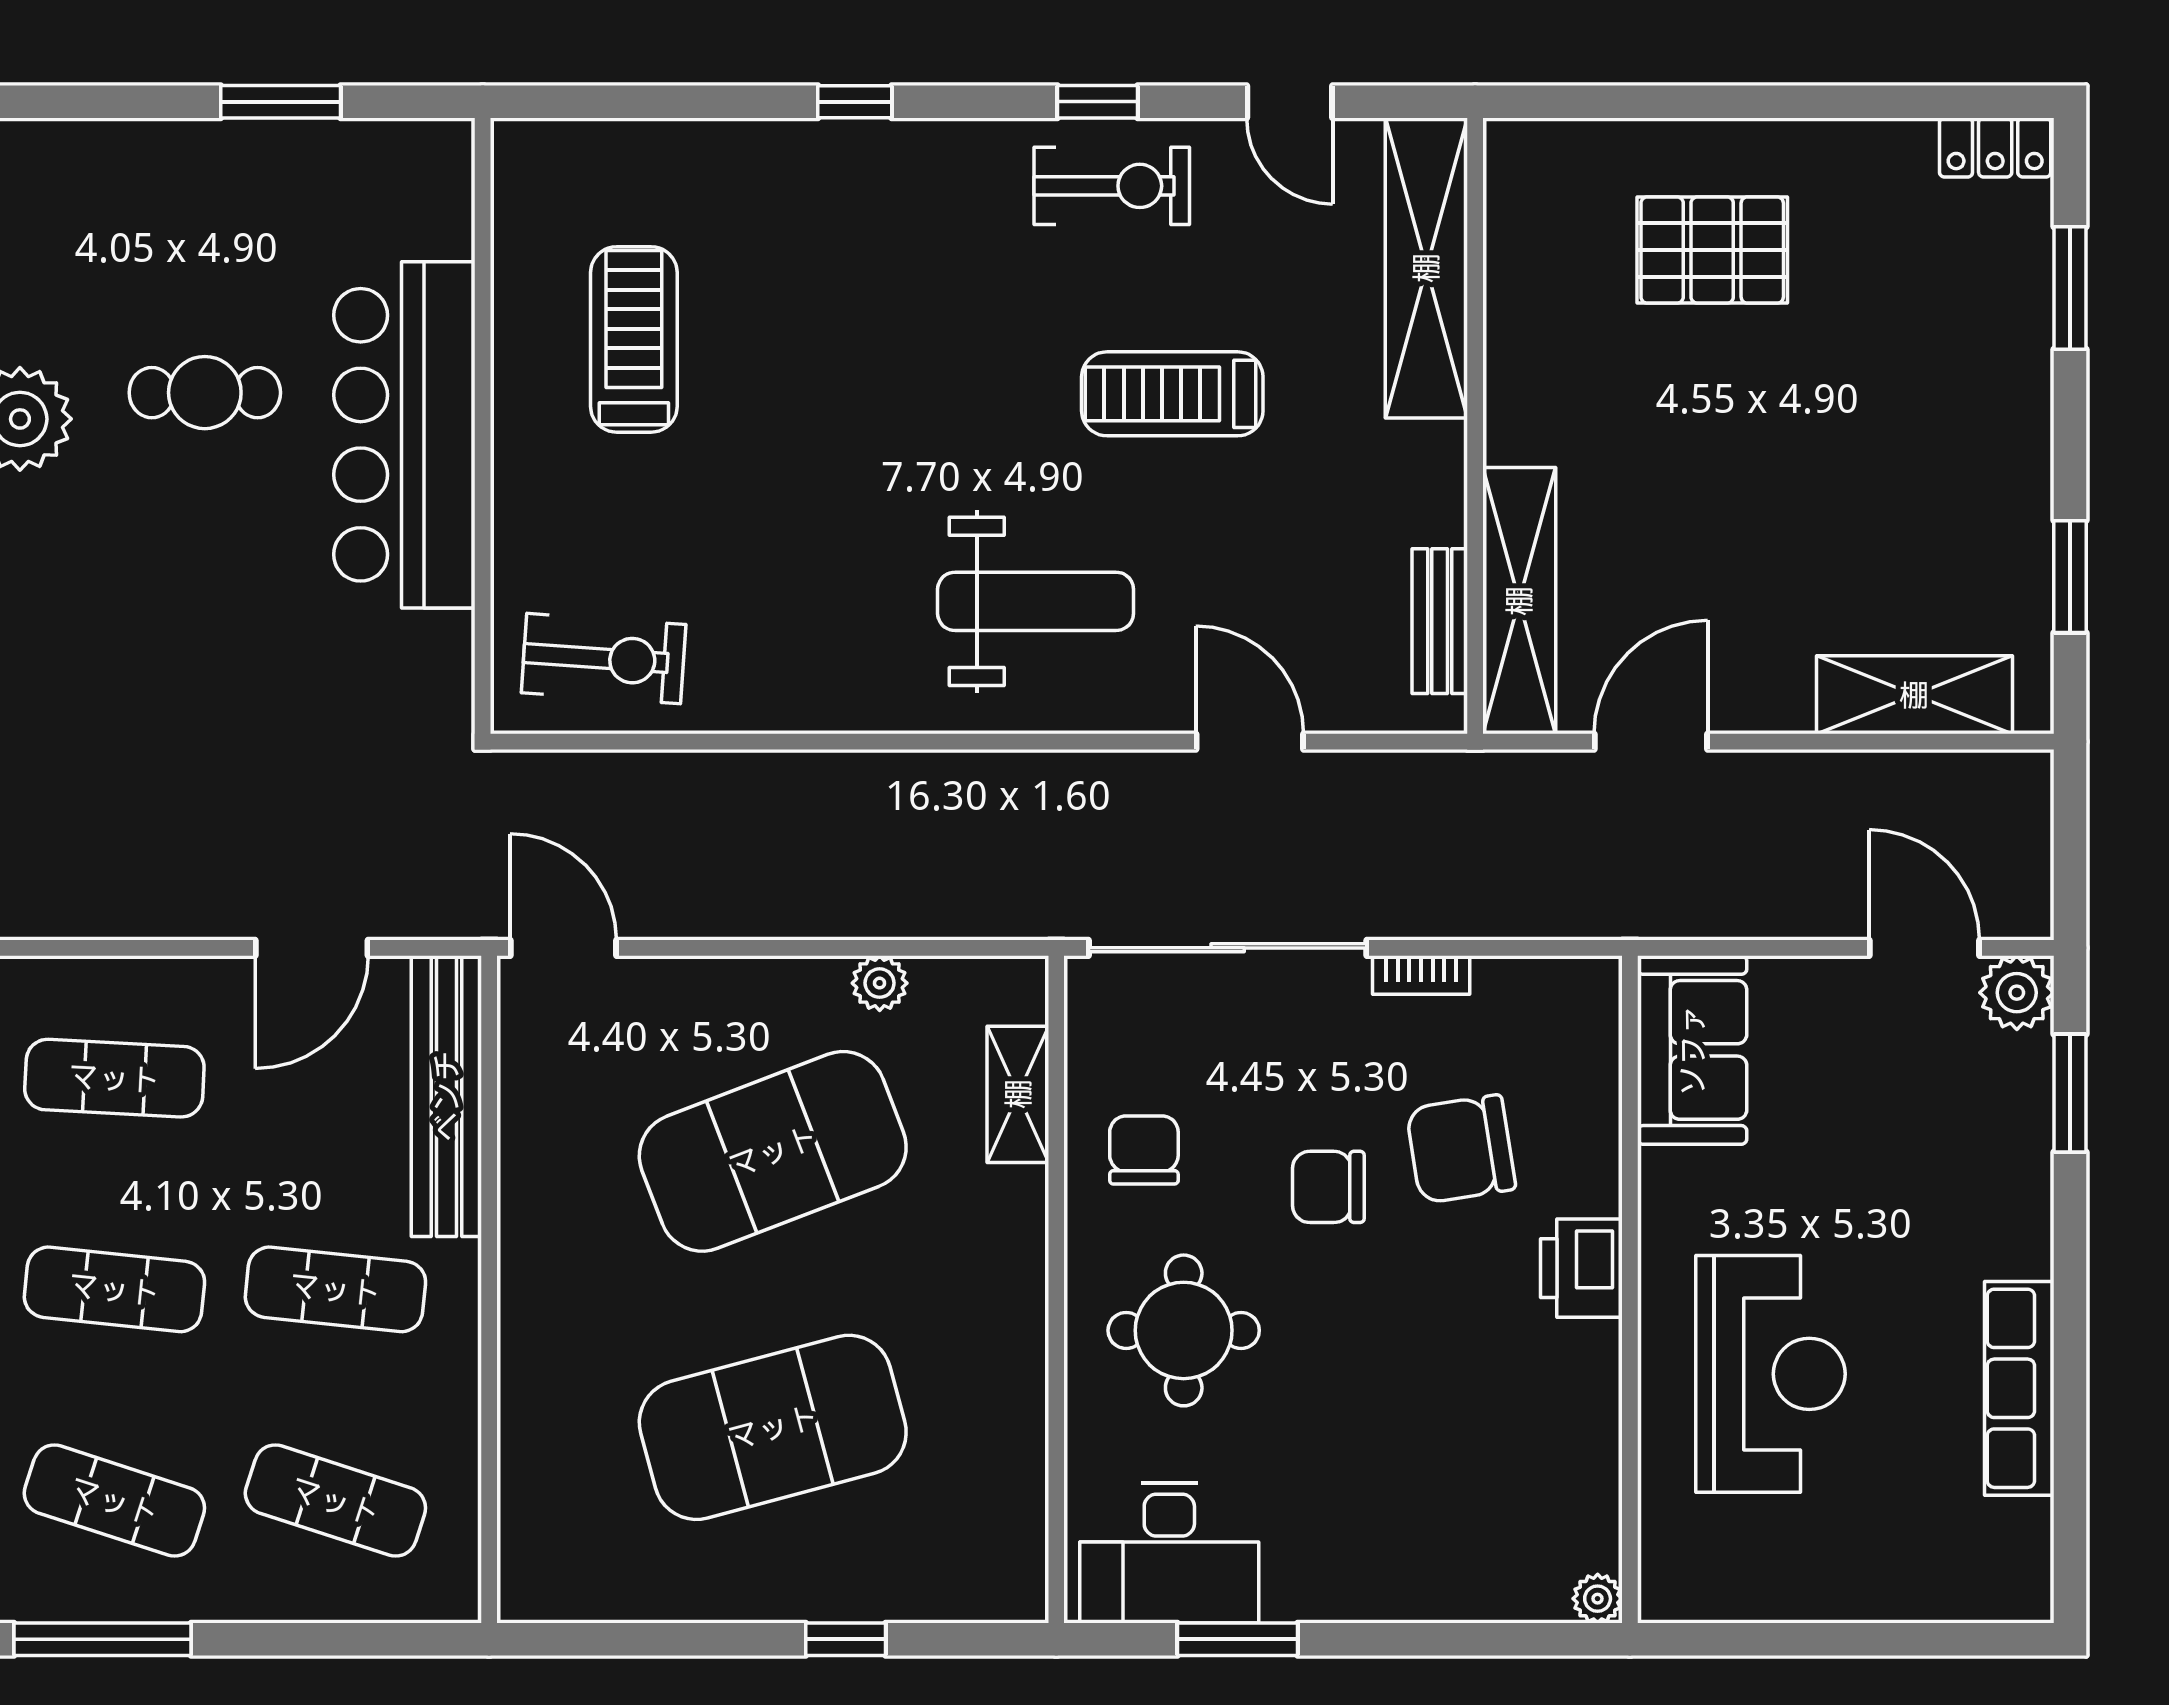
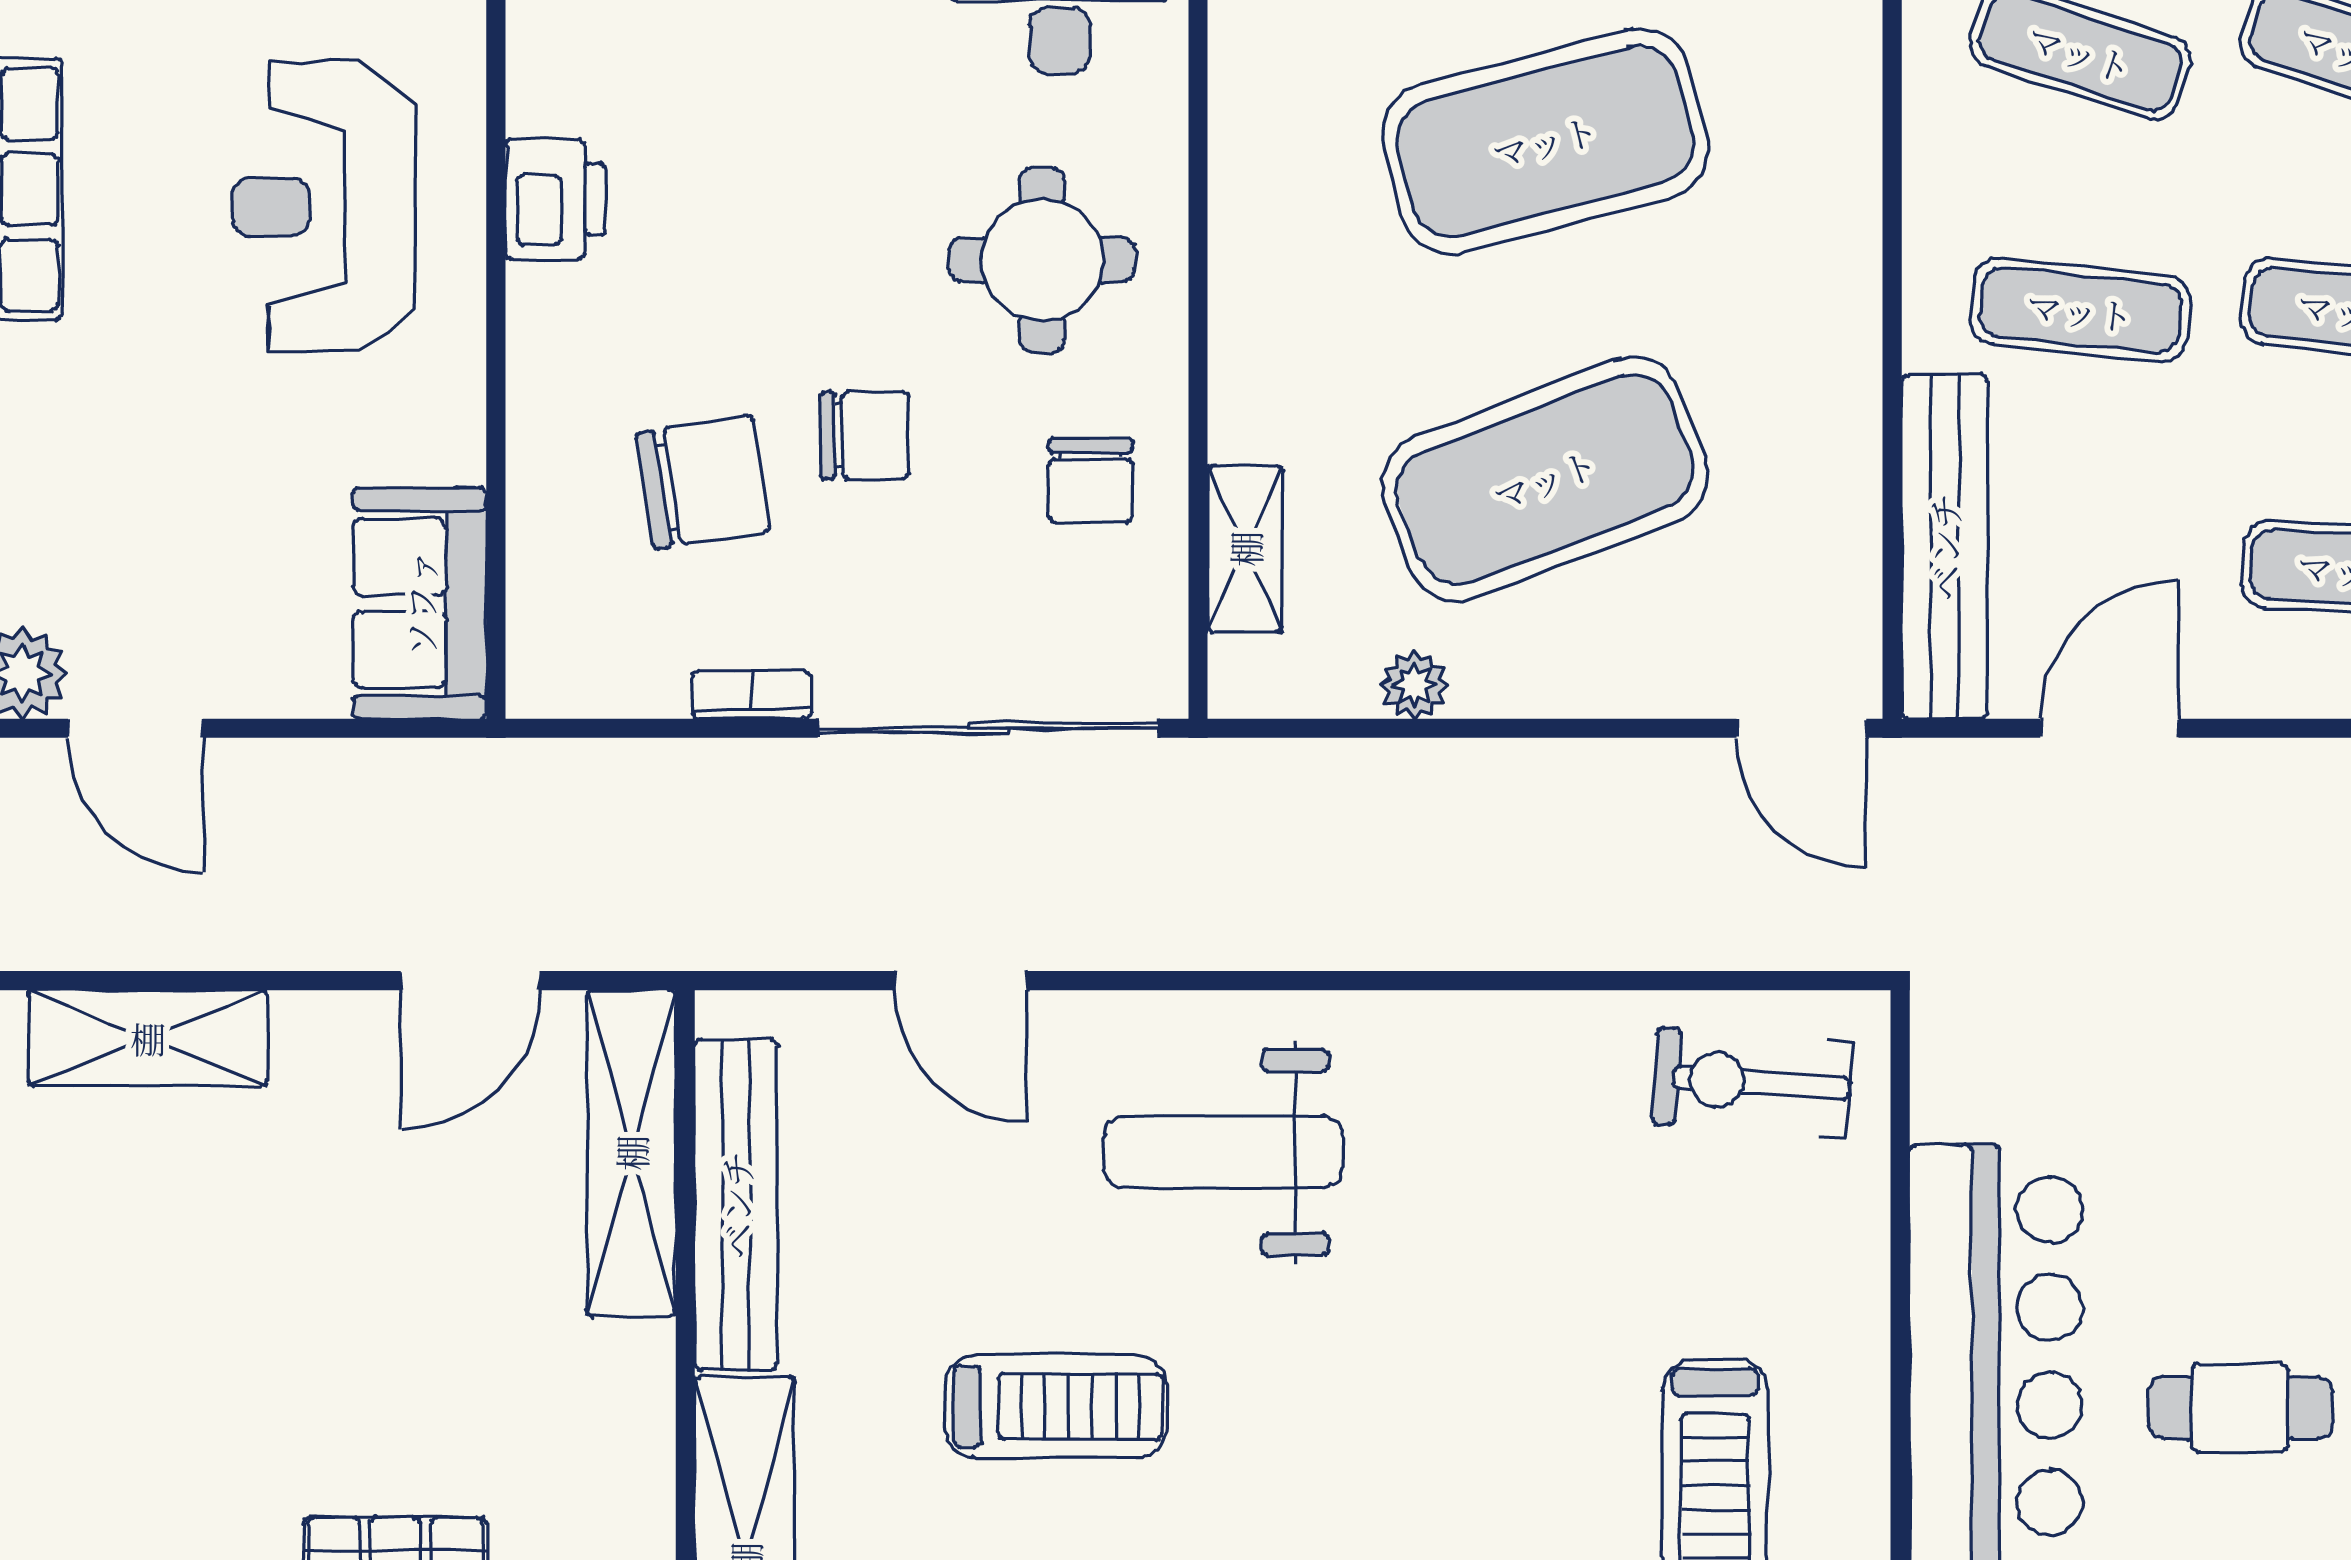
bench: (1440, 621) -> (736, 1205), width x1.86, depth x1.21
printer: (1581, 1268) -> (555, 199), moved

